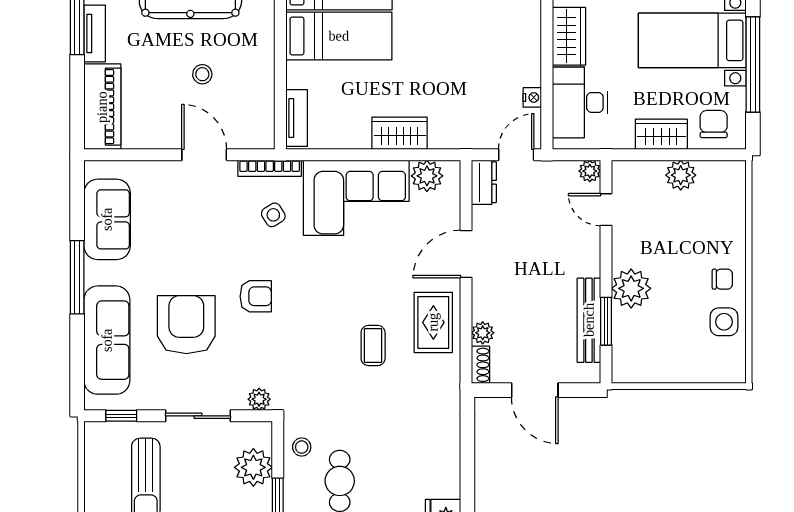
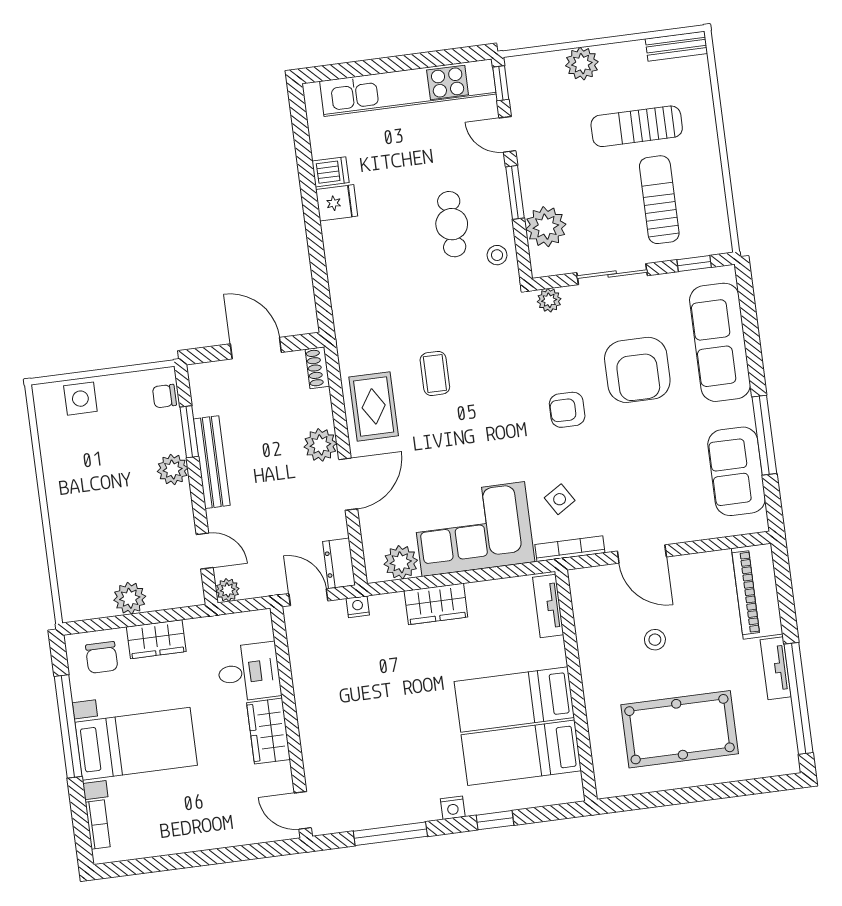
nightstand: (532, 97) -> (358, 607), moved, turned 90
desk: (580, 102) -> (249, 672), width x0.73
door: (516, 155) -> (308, 597), swing flipped
window: (77, 277) -> (764, 435), moved
chair: (722, 279) -> (164, 396), moved
plant: (631, 288) -> (173, 470), width x0.73, depth x0.73
bench: (589, 320) -> (212, 462), moved
side table: (724, 322) -> (80, 399), moved
plant: (483, 333) -> (320, 445), moved, width x1.38, depth x1.38

